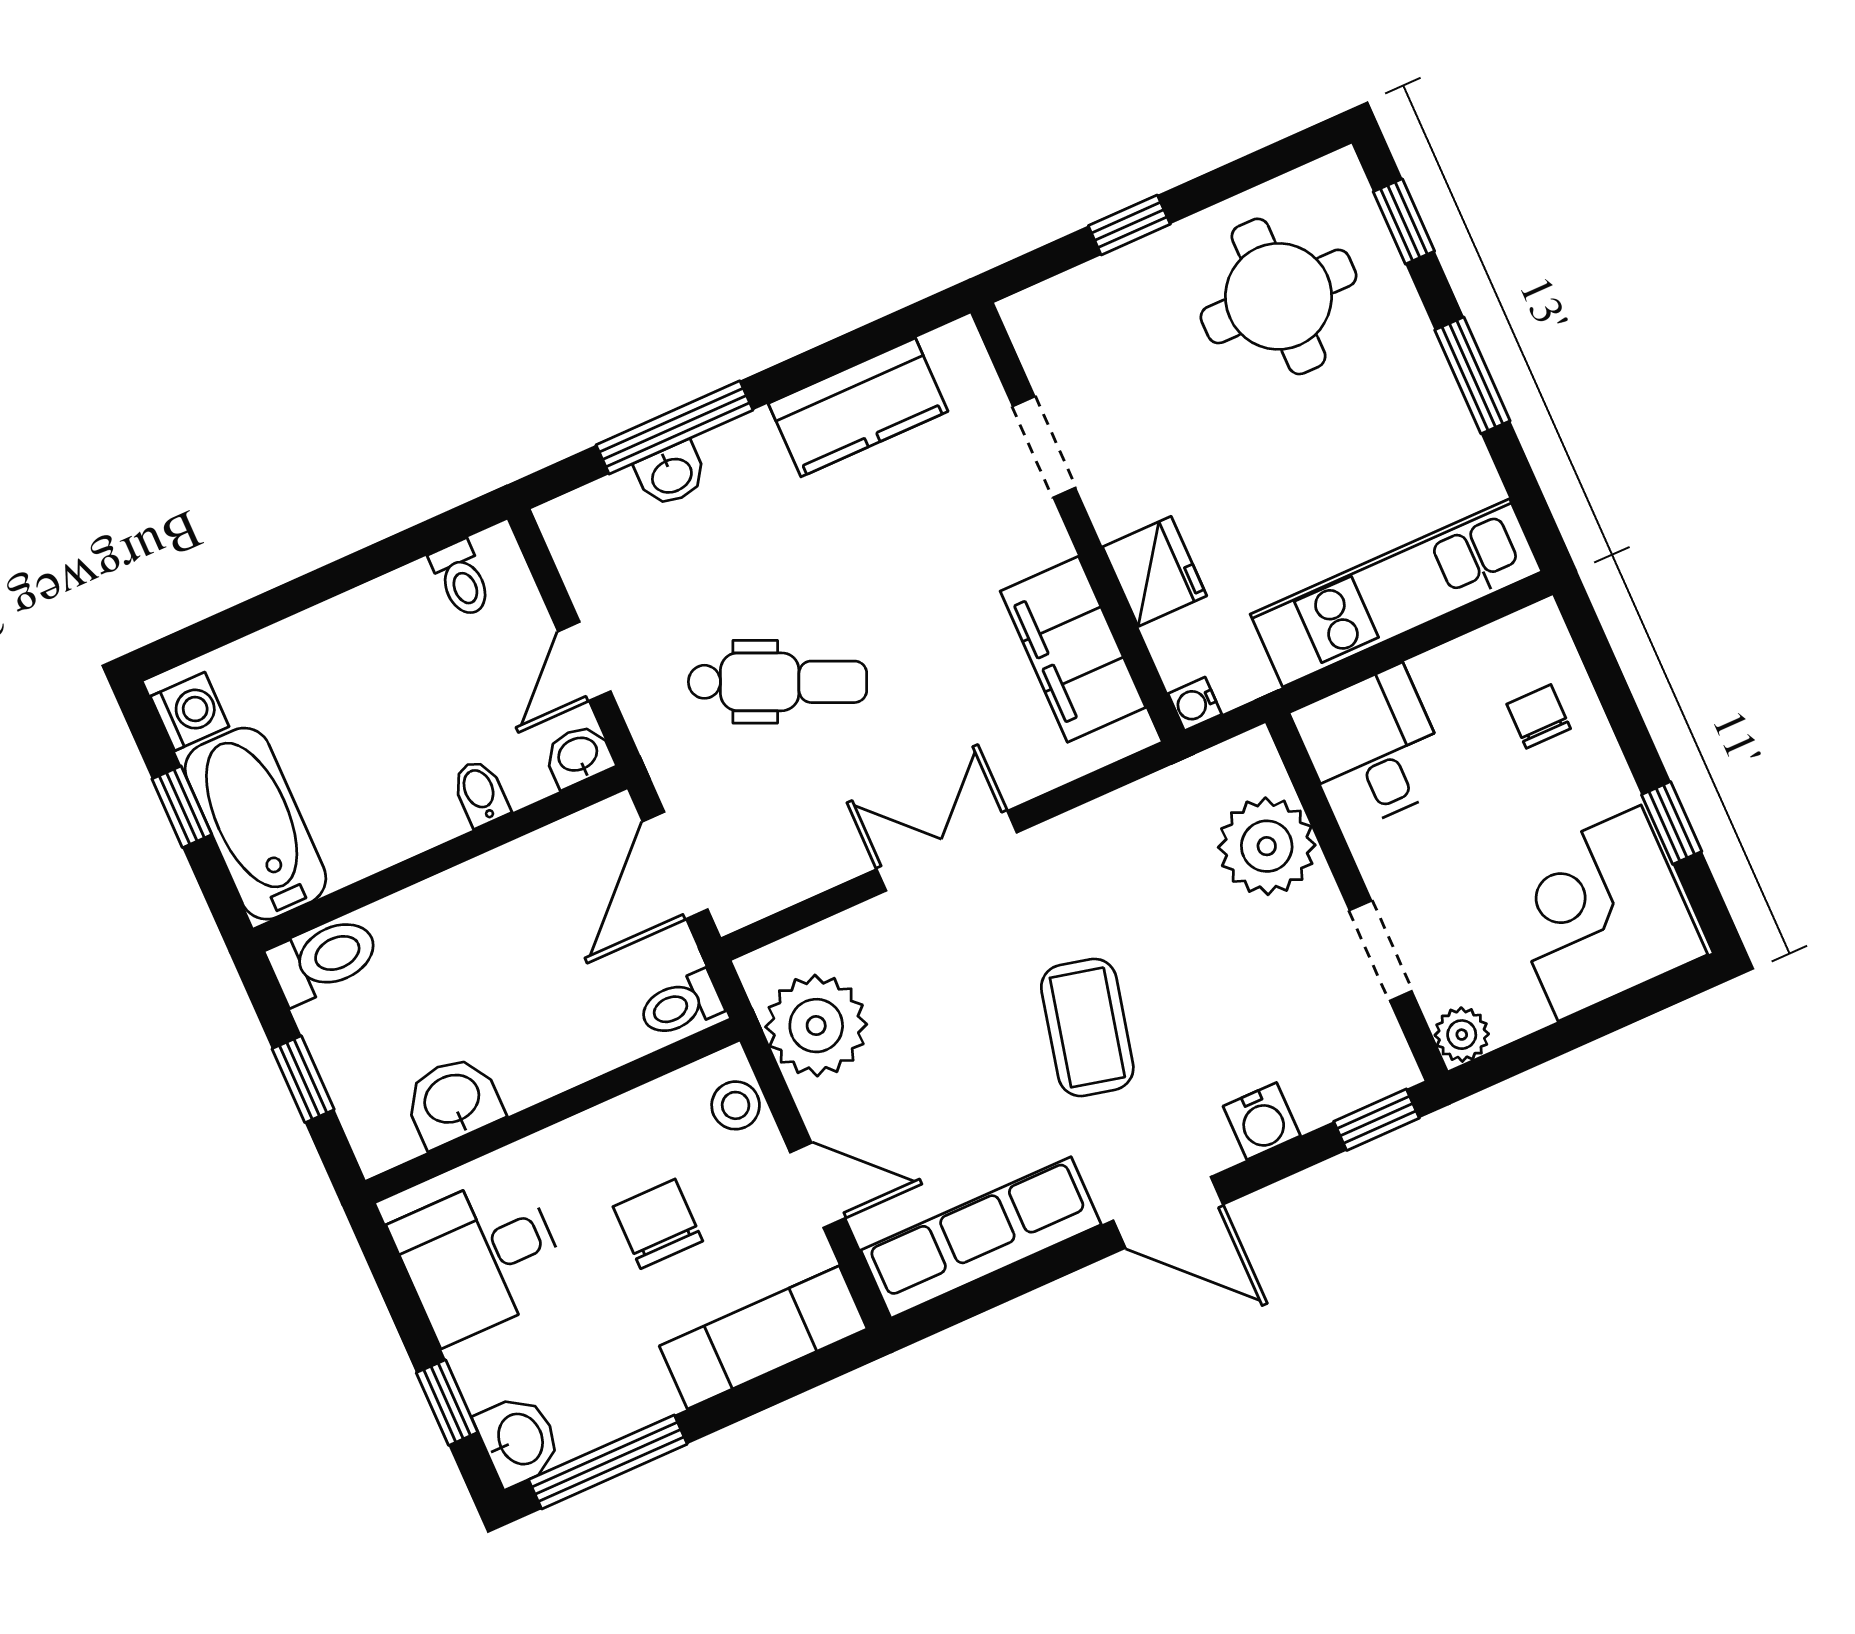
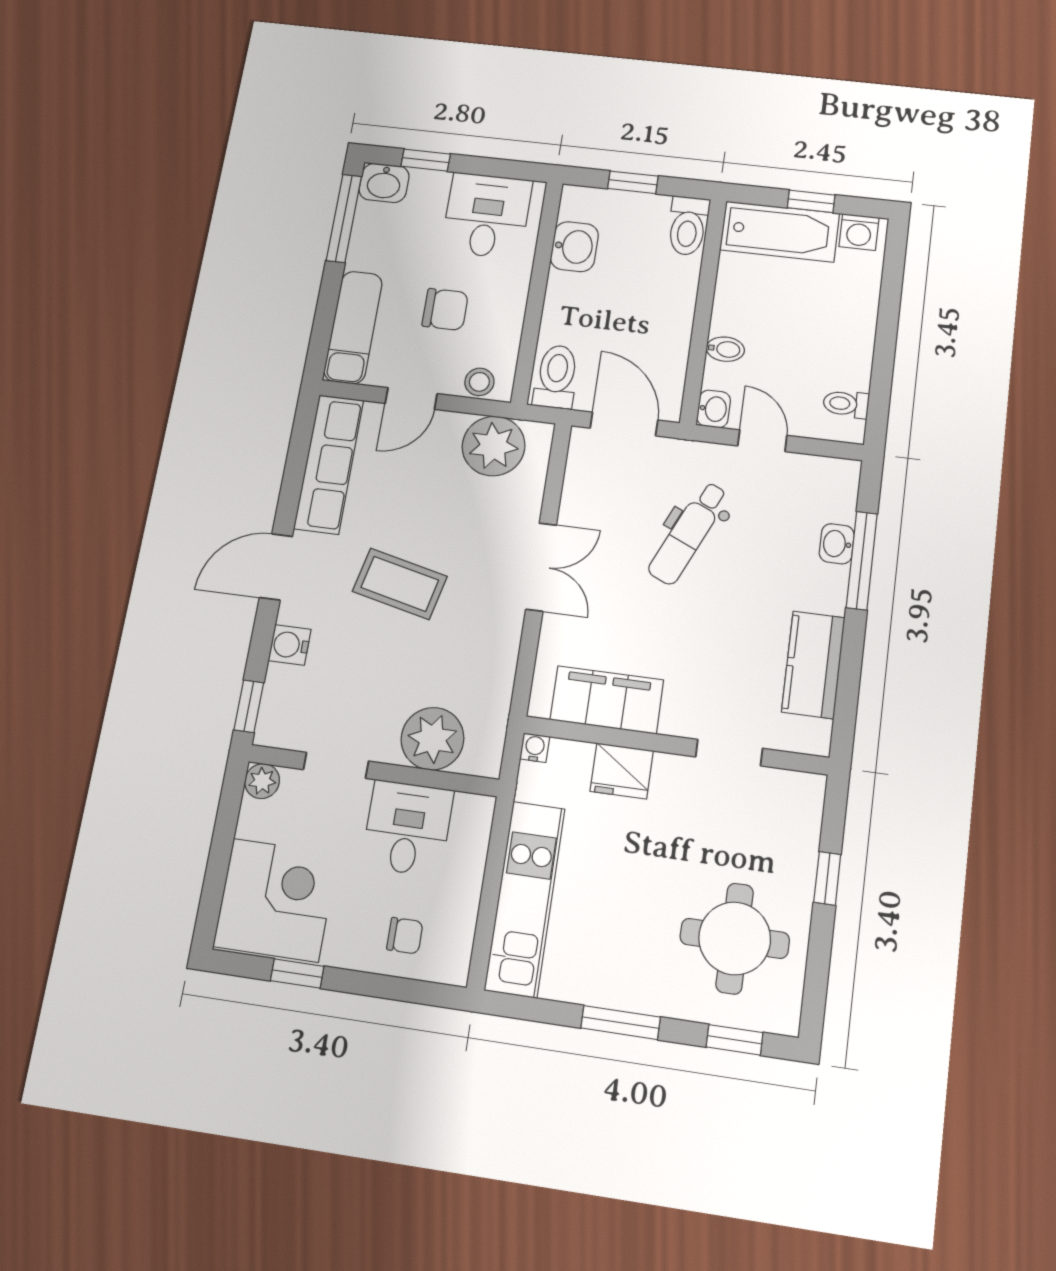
desk: (1373, 749) -> (407, 828), moved, turned -90
toilet: (680, 1005) -> (556, 377), width x1.37, depth x1.39

